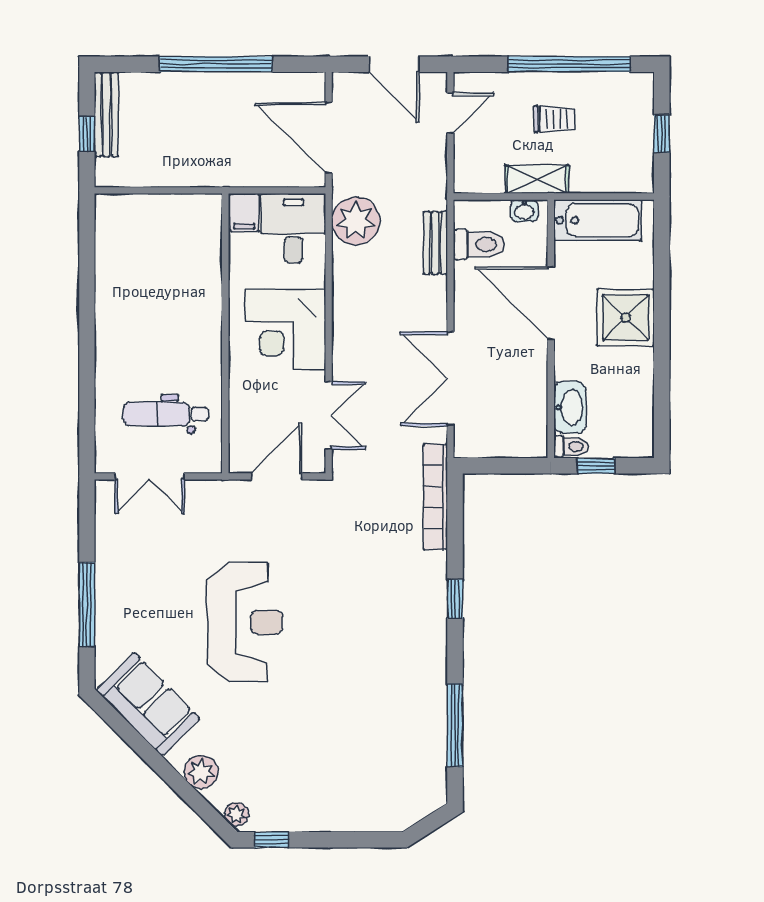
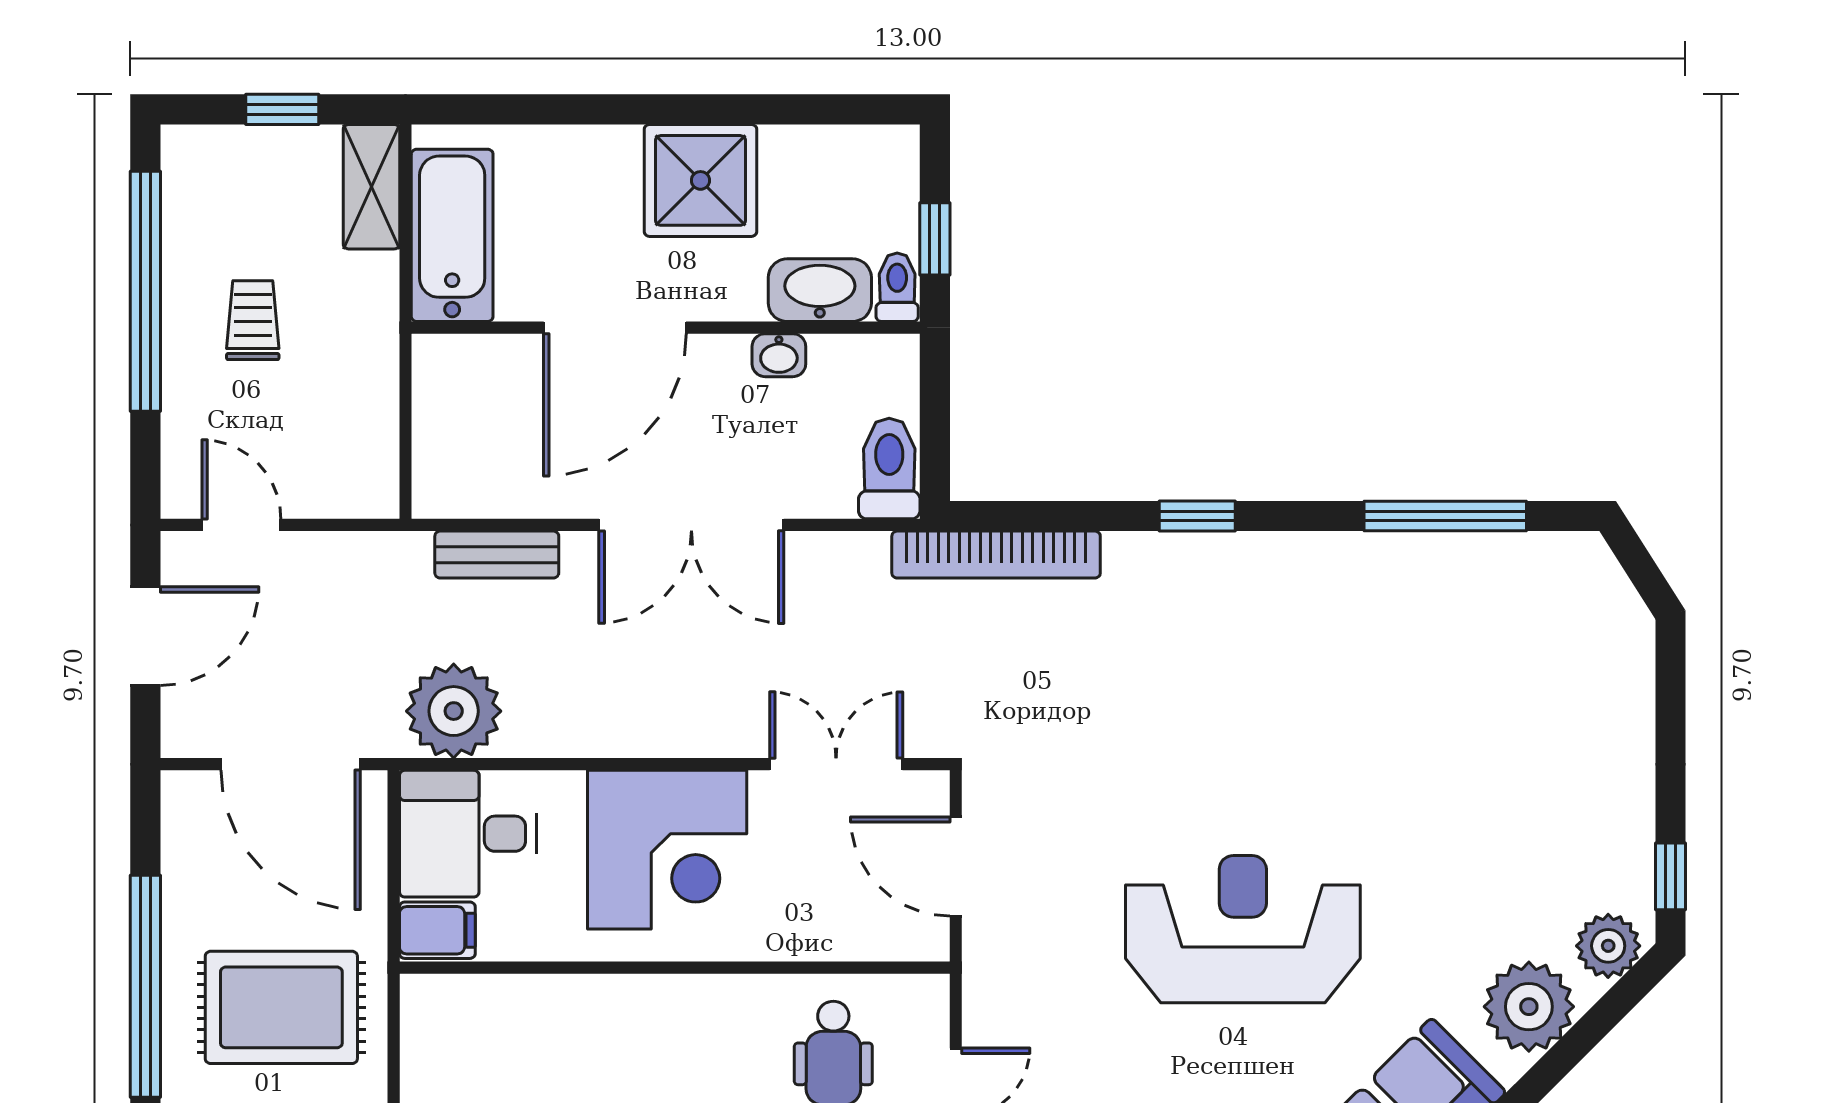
rug: (205, 133) -> (281, 1007), added
door: (329, 138) -> (291, 764), hinge flipped
shelving: (537, 179) -> (371, 187), moved
washbasin: (524, 211) -> (779, 355), moved, turned 90
toilet: (479, 244) -> (889, 469), moved
shower: (626, 318) -> (700, 180), moved
double door: (450, 379) -> (691, 525), moved
plant: (201, 772) -> (1529, 1007), width x1.36, depth x1.36
plant: (236, 814) -> (1608, 946), width x1.38, depth x1.38

